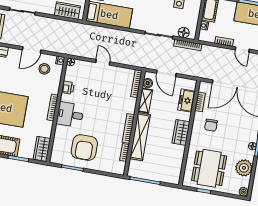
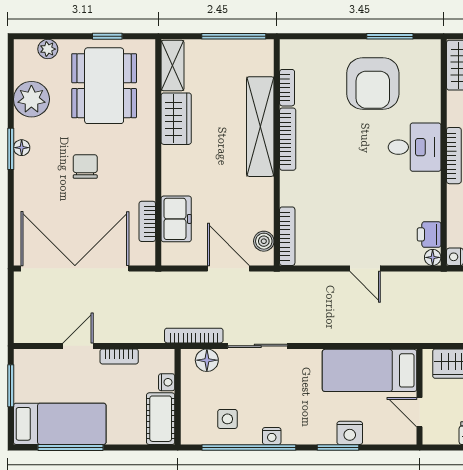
door: (242, 50) -> (78, 346), hinge flipped
printer: (68, 88) -> (429, 234), moved
shelving: (145, 101) -> (173, 66), moved
chair: (211, 125) -> (85, 167), moved
wardrobe: (181, 132) -> (176, 119), moved
armchair: (84, 147) -> (373, 83), turned 180
plant: (244, 192) -> (48, 49), moved

